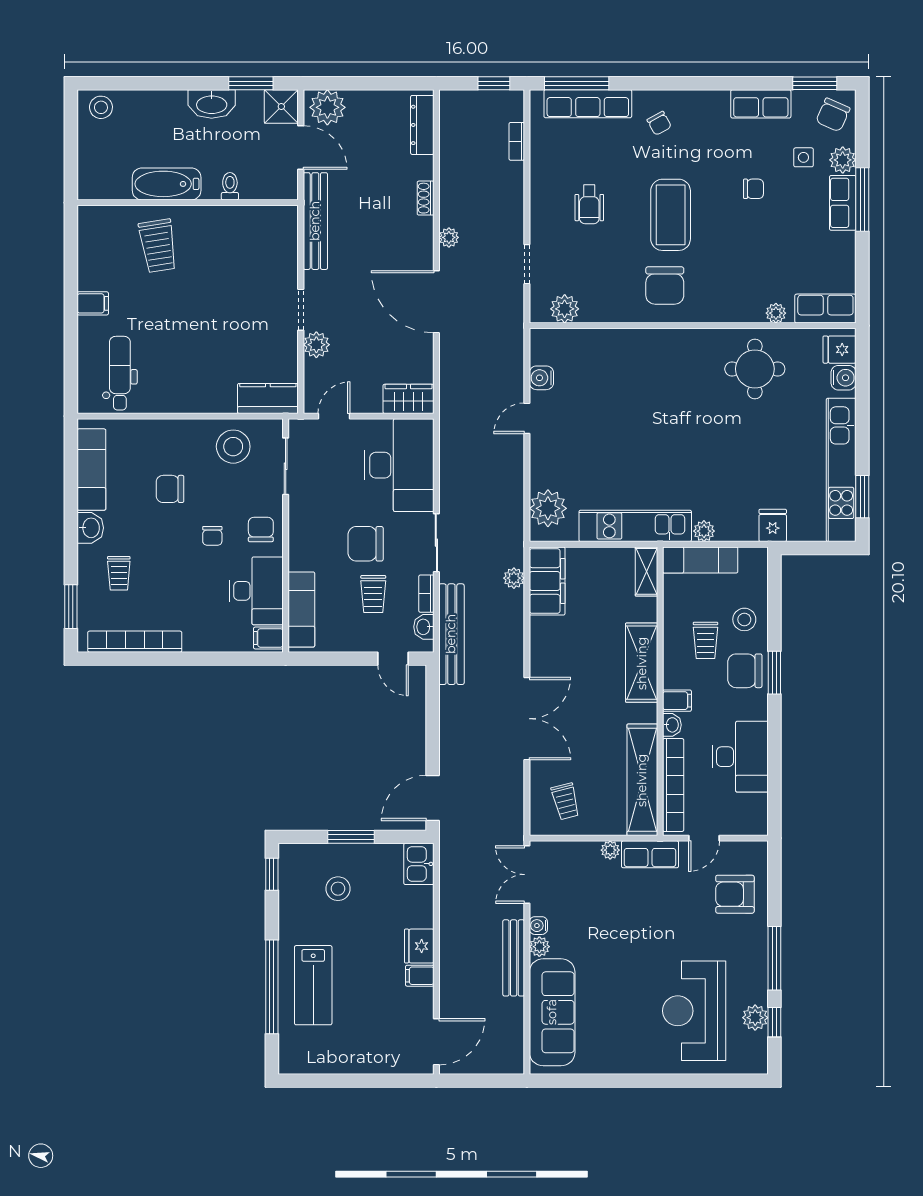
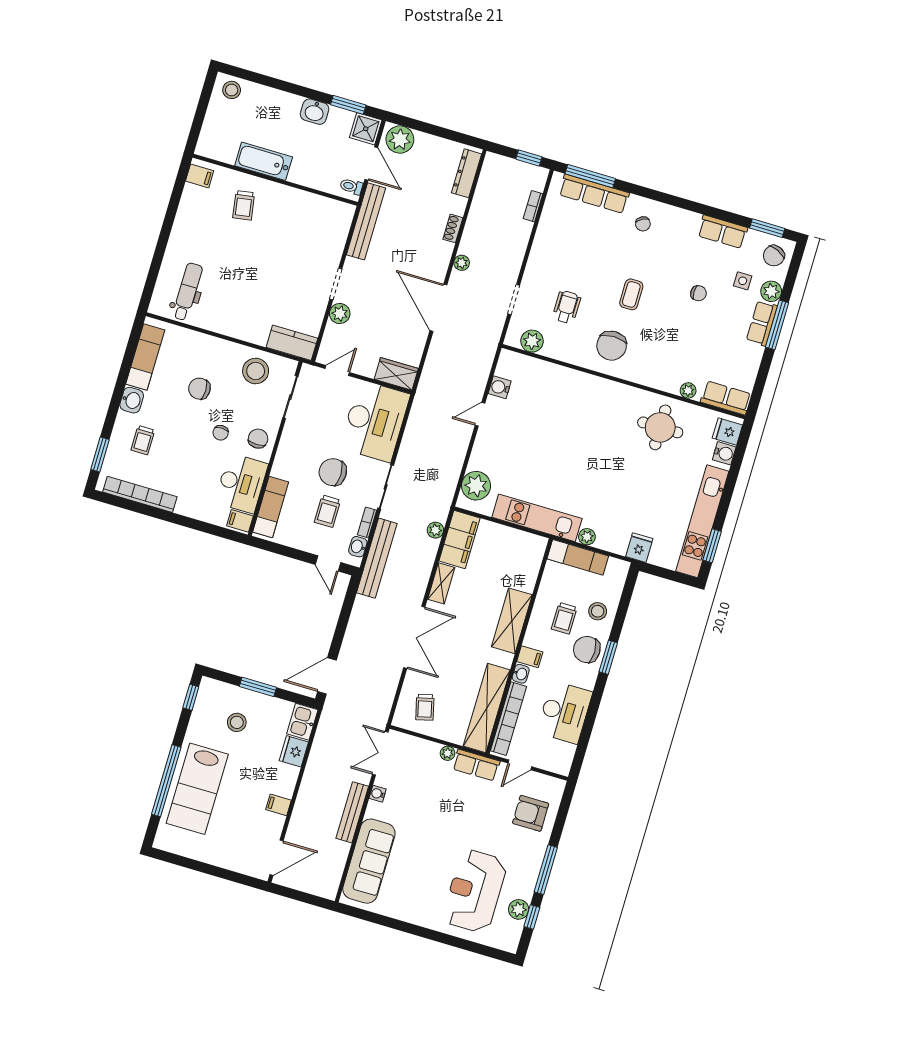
washbasin: (212, 104) -> (315, 112), width x0.72
toilet: (230, 186) -> (351, 186), moved, turned -90
wheelchair: (589, 204) -> (567, 307), moved, turned 180
coffee table: (671, 215) -> (631, 294), width x0.54, depth x0.58
trolley: (158, 246) -> (244, 205), width x0.73, depth x0.72
filing cabinet: (93, 303) -> (200, 176), moved
shelving: (646, 571) -> (441, 583), moved
fridge: (419, 946) -> (294, 751), moved
plant: (539, 947) -> (374, 810), removed
lab bench: (313, 985) -> (197, 789), width x1.36, depth x1.39

